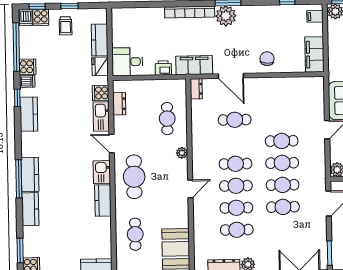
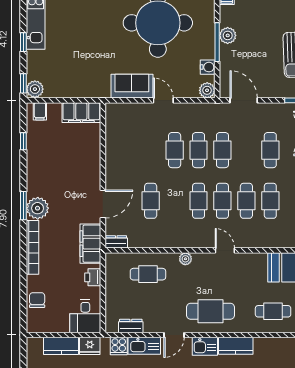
chair: (267, 59) -> (37, 300), moved, turned 85
cafe table: (283, 207) -> (270, 150), moved

